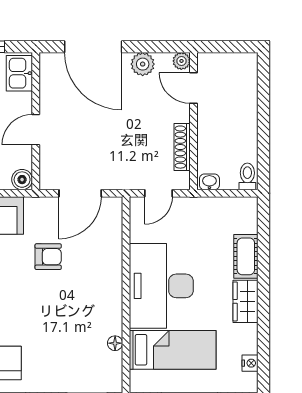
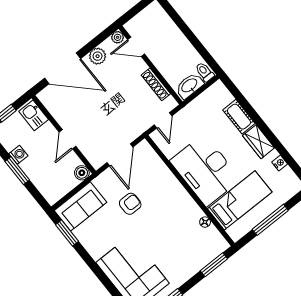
washbasin: (209, 182) -> (190, 86), width x1.91, depth x1.45
nightstand: (250, 363) -> (280, 163), moved

